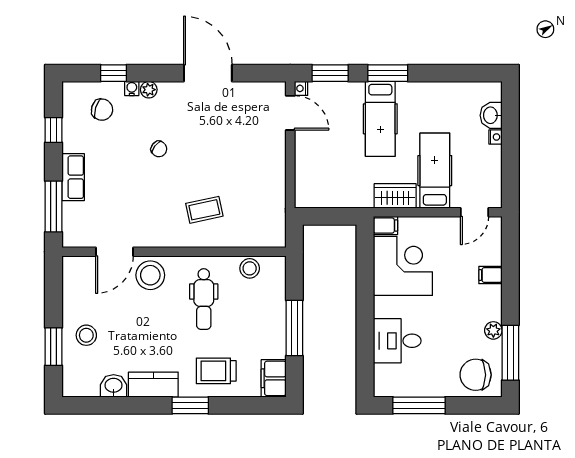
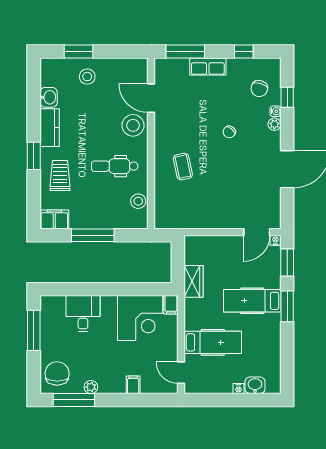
wardrobe: (395, 196) -> (194, 281), moved

